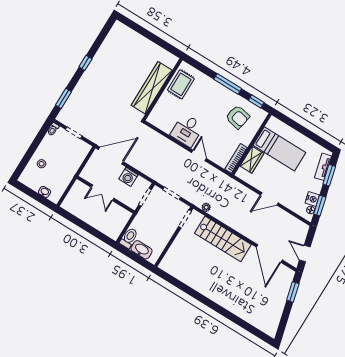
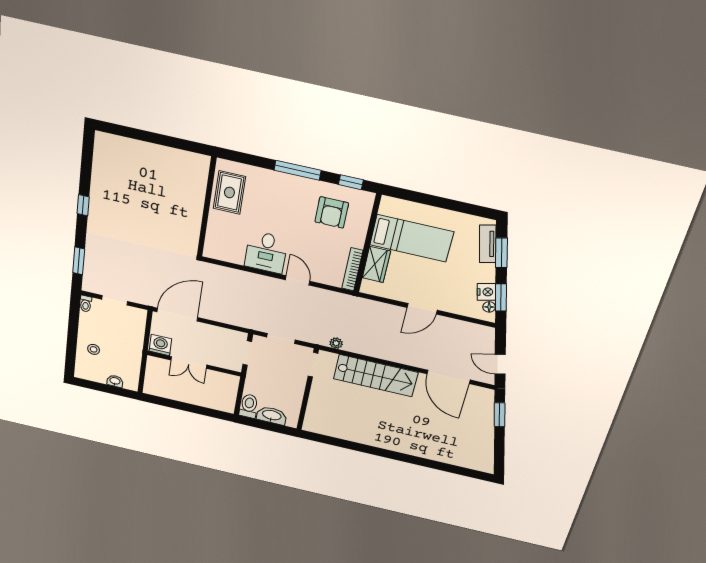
wardrobe: (152, 88) -> (190, 210), removed
armchair: (238, 117) -> (332, 213), turned 79
washing machine: (128, 177) -> (160, 345), moved, turned 180

